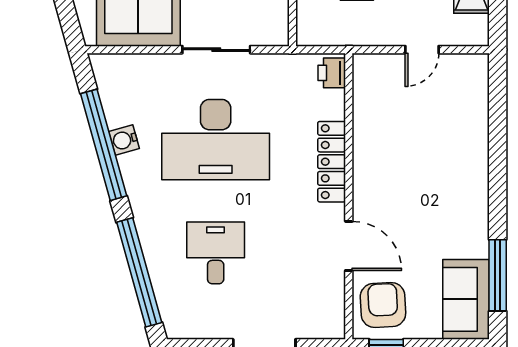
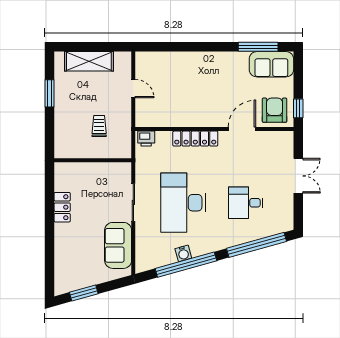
desk: (216, 140) -> (183, 203), turned 180
armchair: (383, 305) -> (275, 110), turned 93

